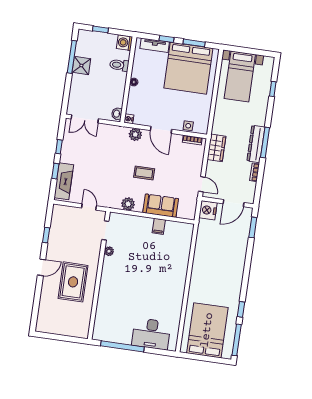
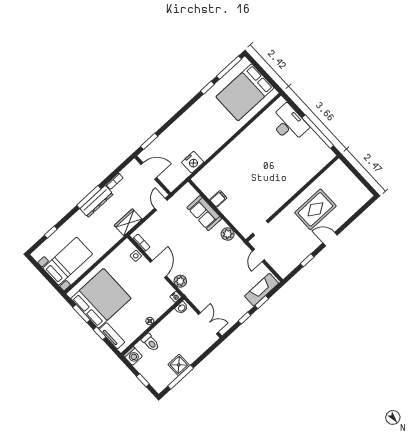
coffee table: (144, 173) -> (197, 247), removed
nightstand: (208, 210) -> (193, 162), moved
plant: (109, 251) -> (270, 210), removed

